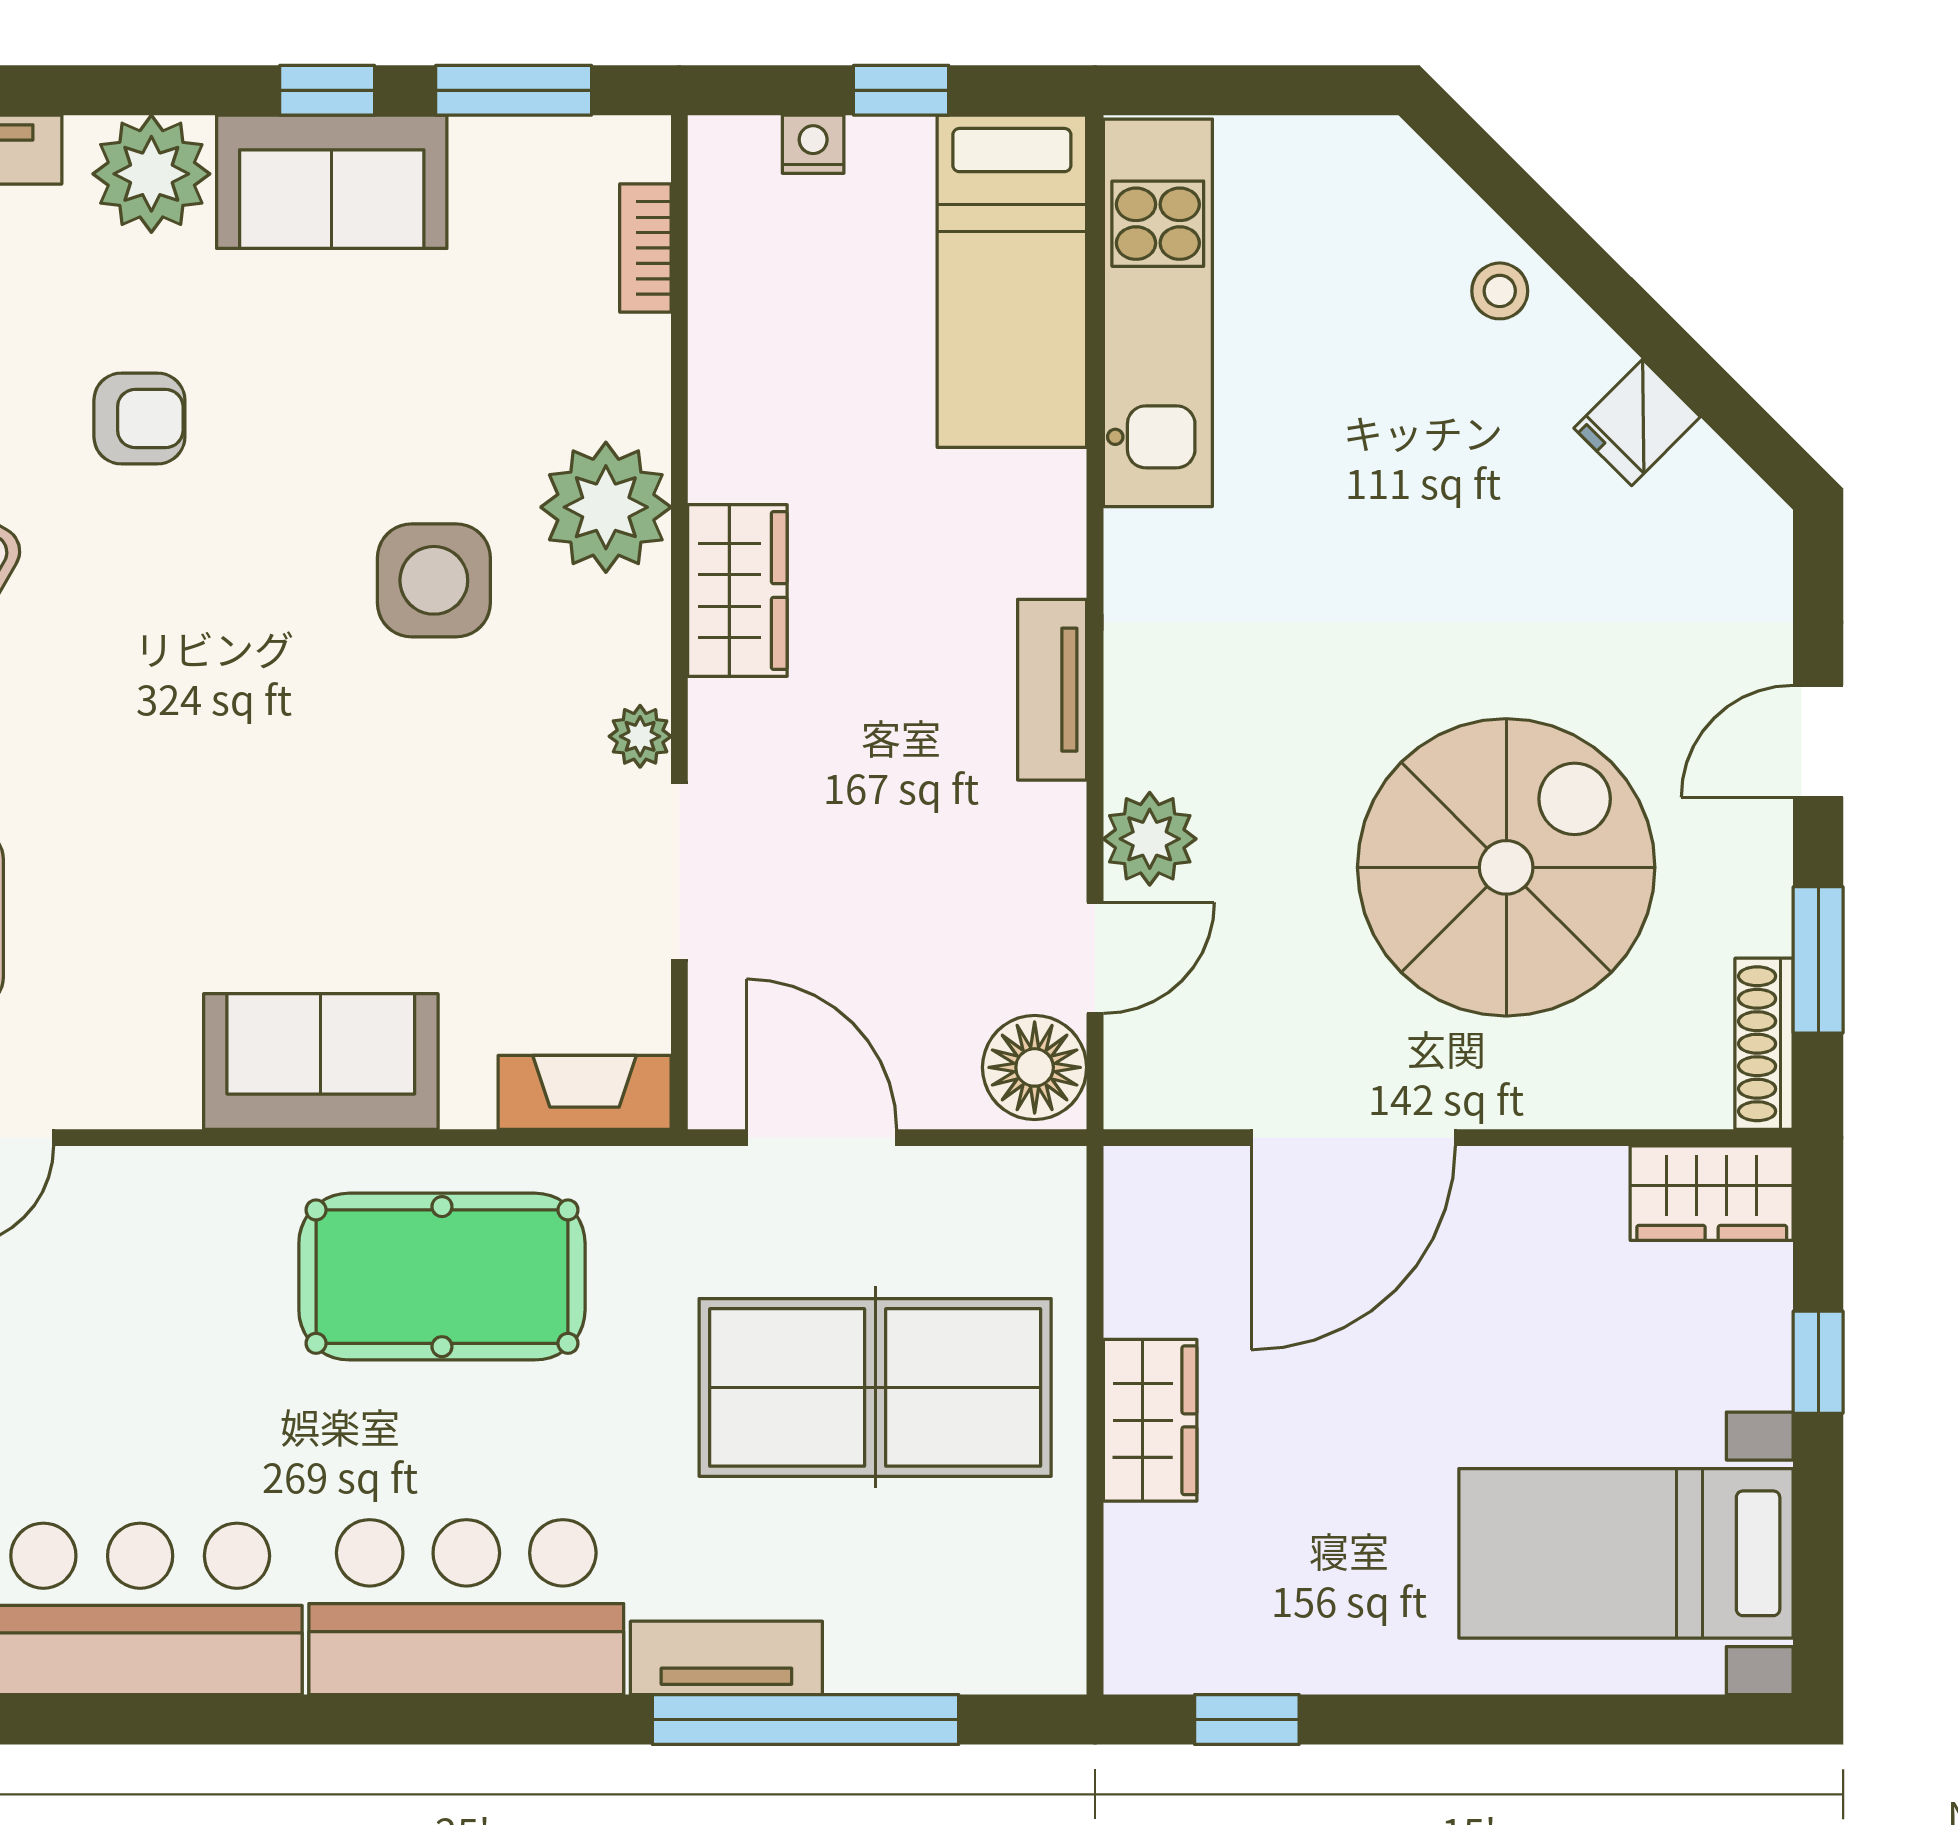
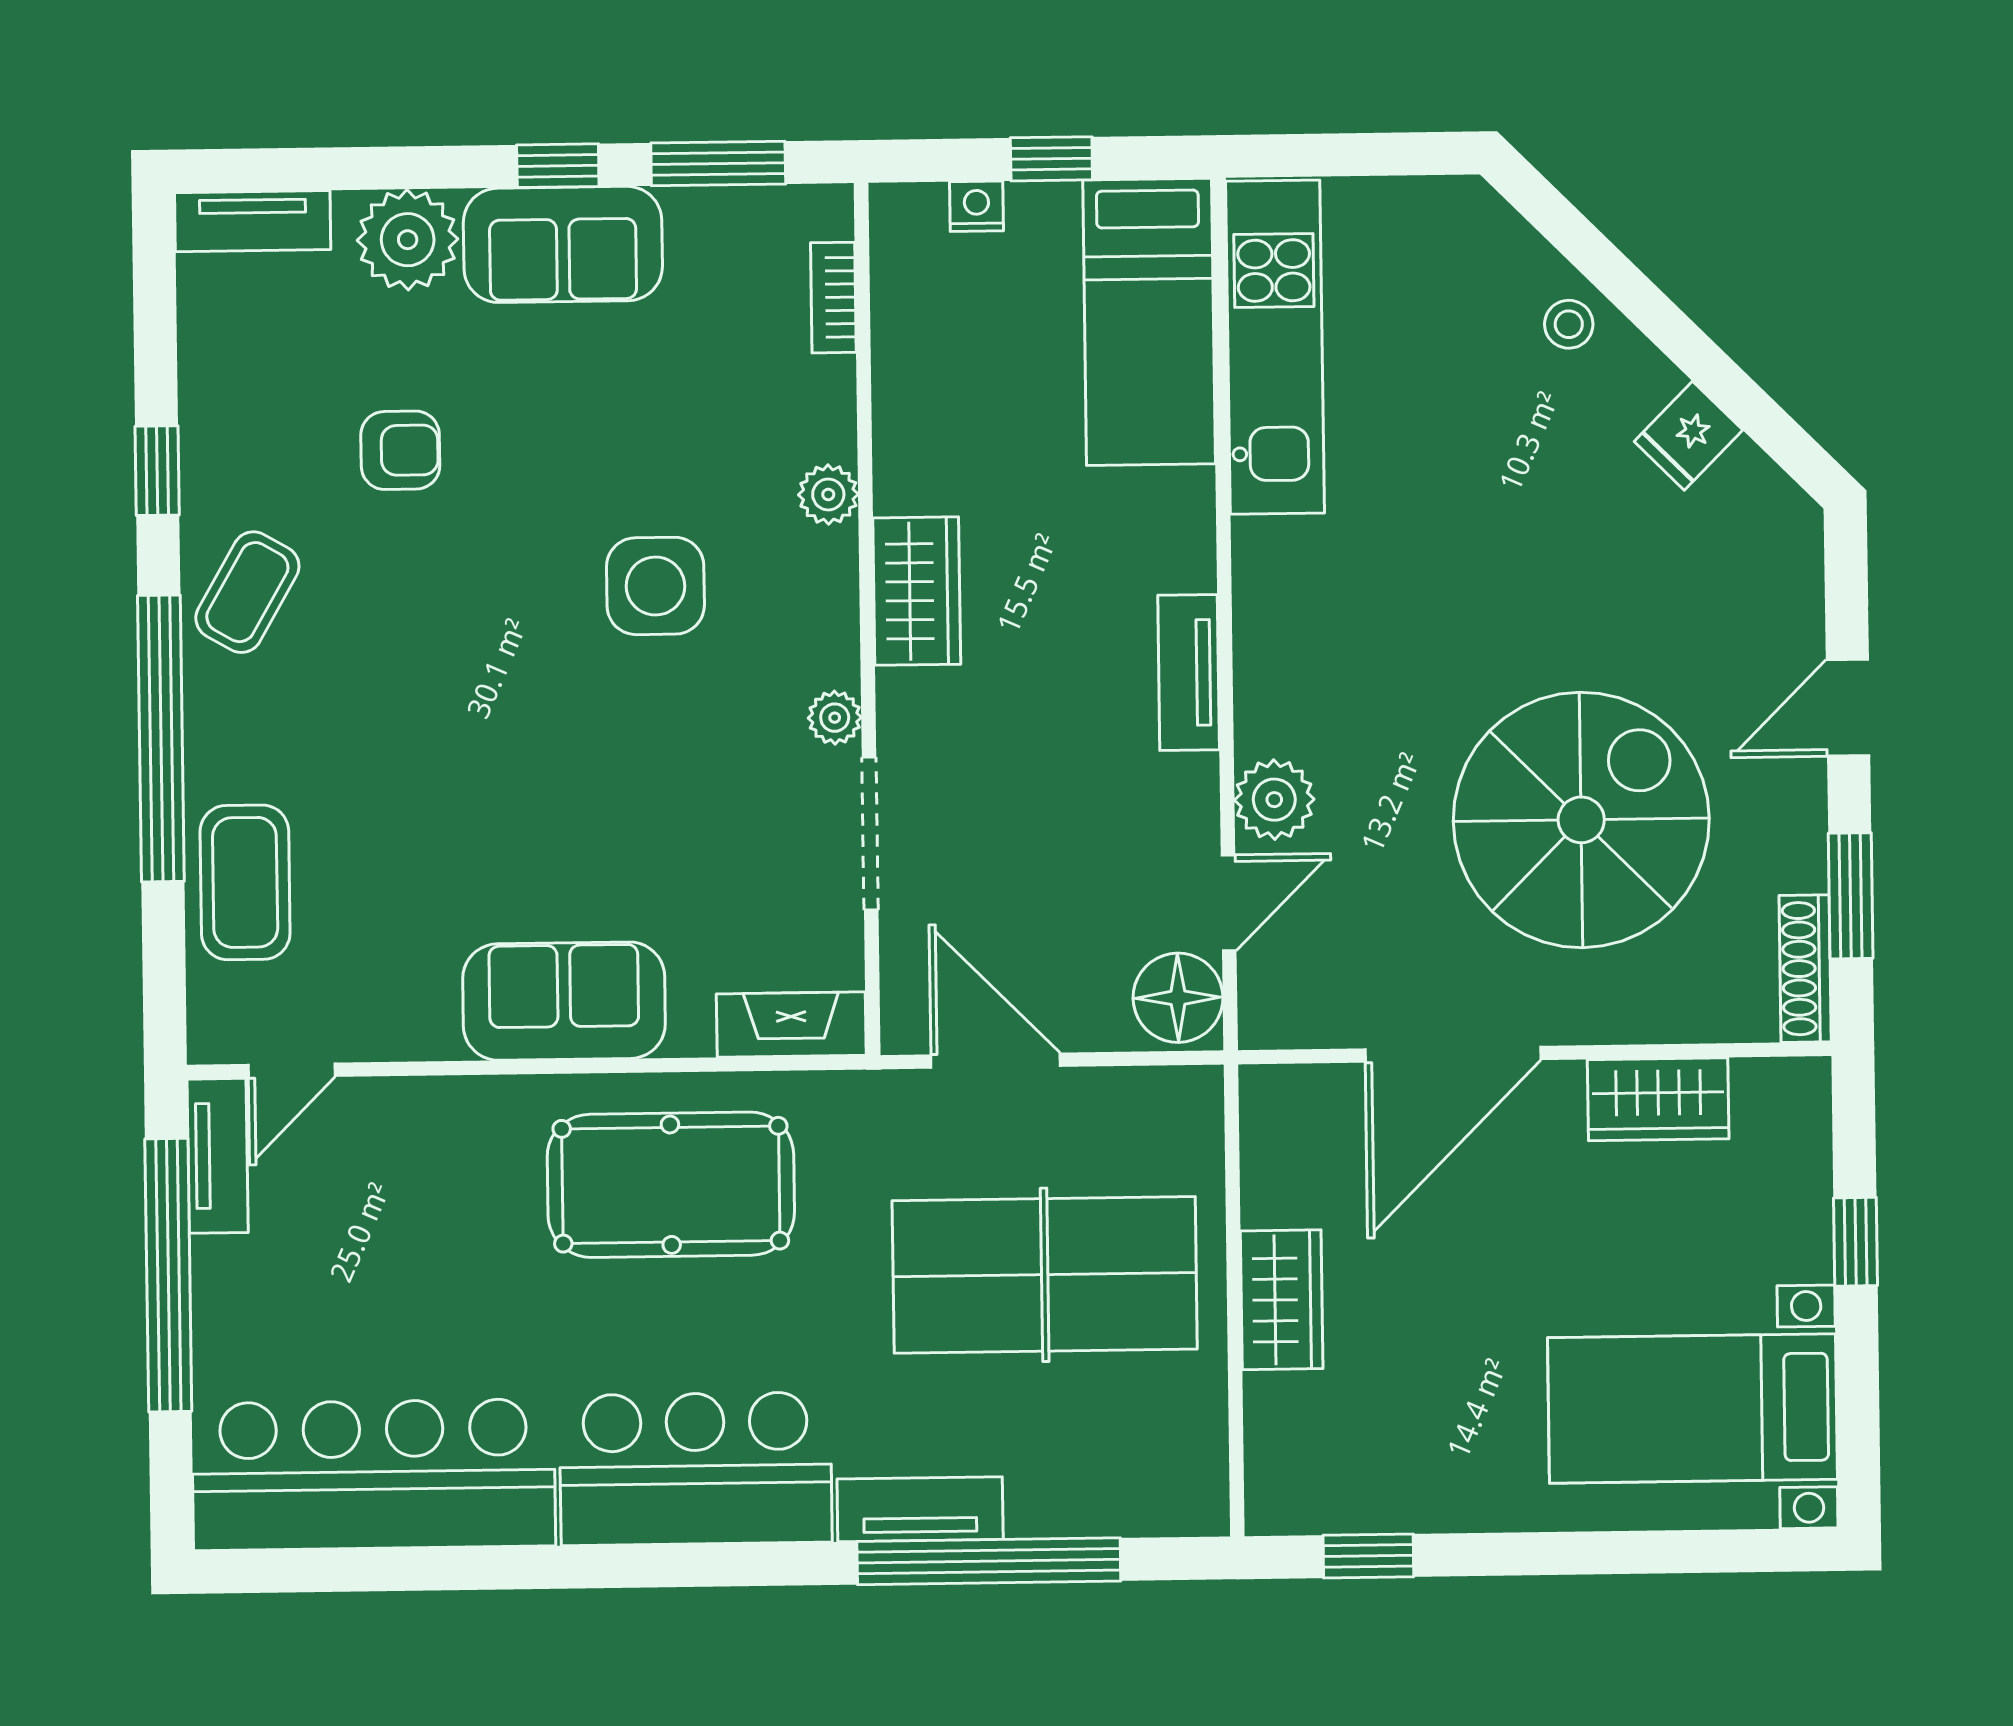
plant: (606, 507) -> (828, 494), width x0.53, depth x0.53
wardrobe: (1712, 1193) -> (1658, 1099), moved

